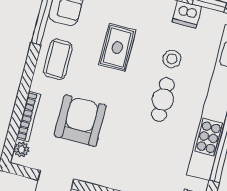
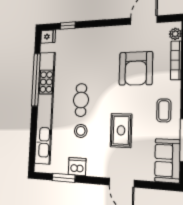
coffee table: (58, 59) -> (164, 110), width x0.73, depth x0.77

